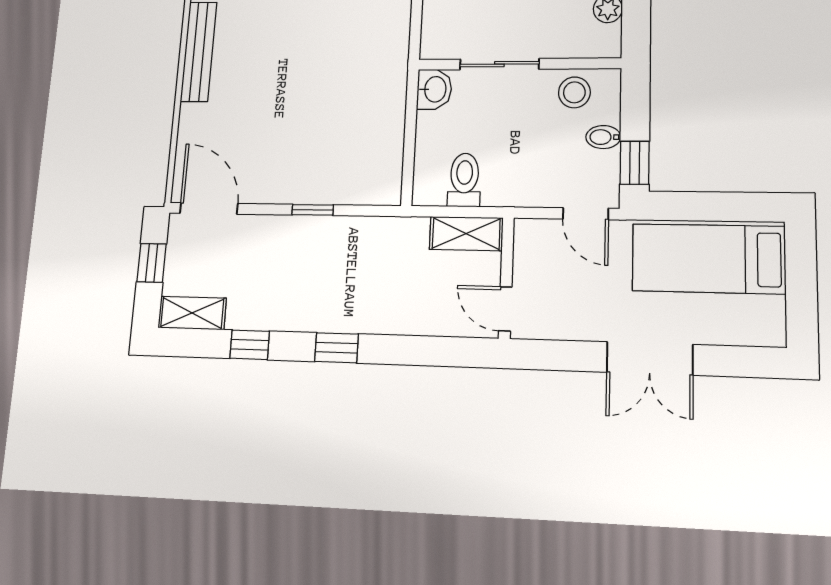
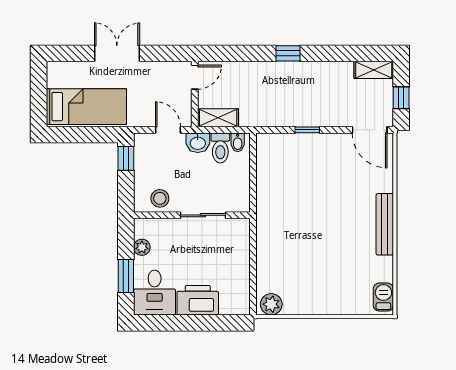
washbasin: (434, 89) -> (198, 143), moved, turned -90
bidet: (603, 137) -> (238, 142), moved, turned 90
door: (586, 214) -> (168, 130), moved
door: (505, 309) -> (195, 77), hinge flipped
window: (250, 345) -> (338, 53), removed

